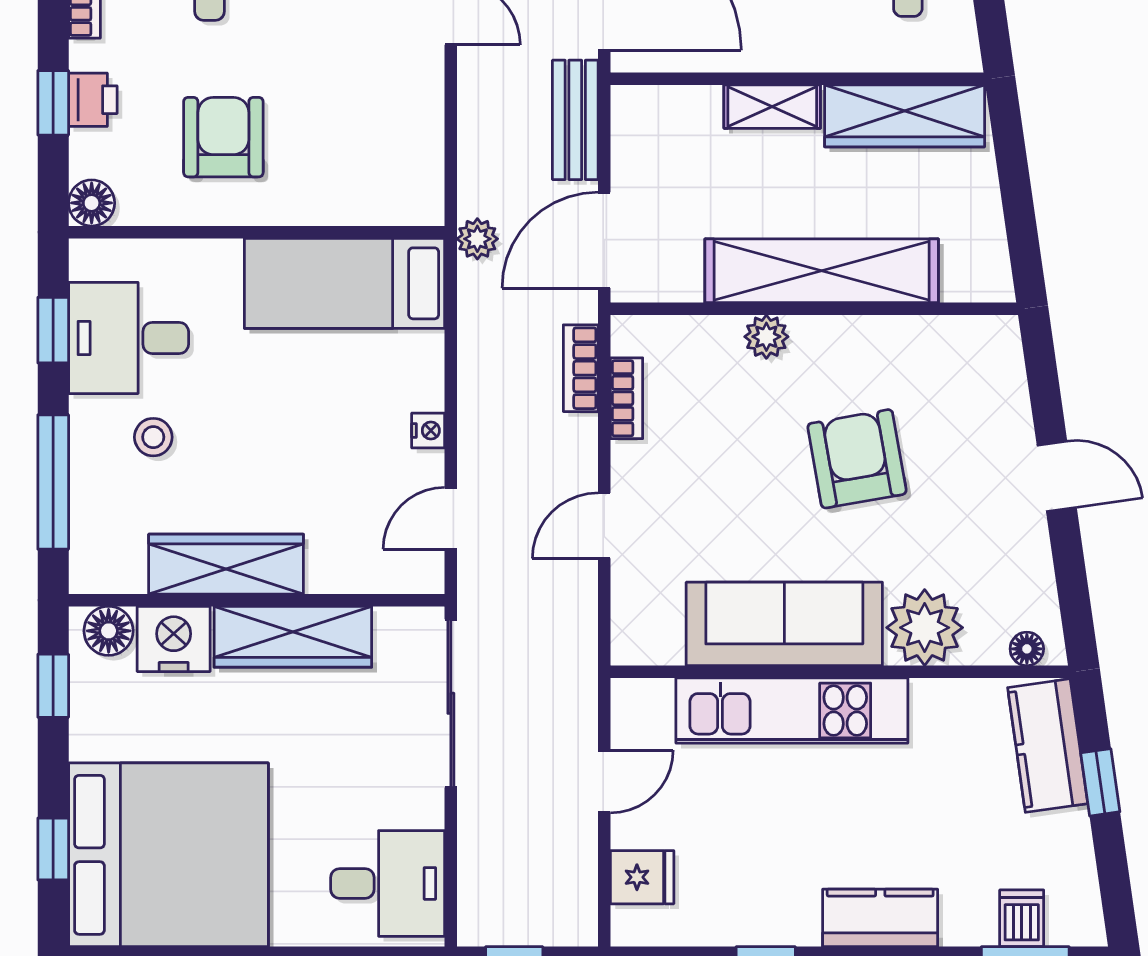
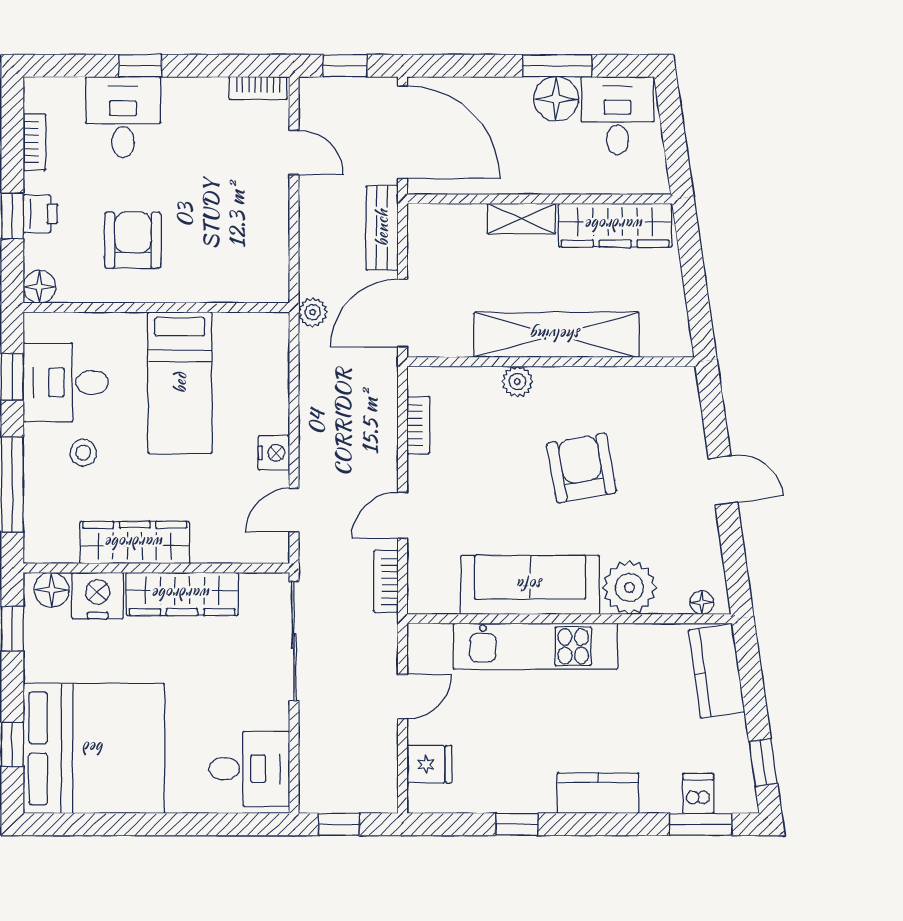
bed: (345, 283) -> (180, 383), moved, turned -90
bookcase: (581, 368) -> (386, 581), moved
nightstand: (428, 431) -> (274, 453), width x1.39, depth x1.35
window: (1100, 782) -> (763, 763), moved

